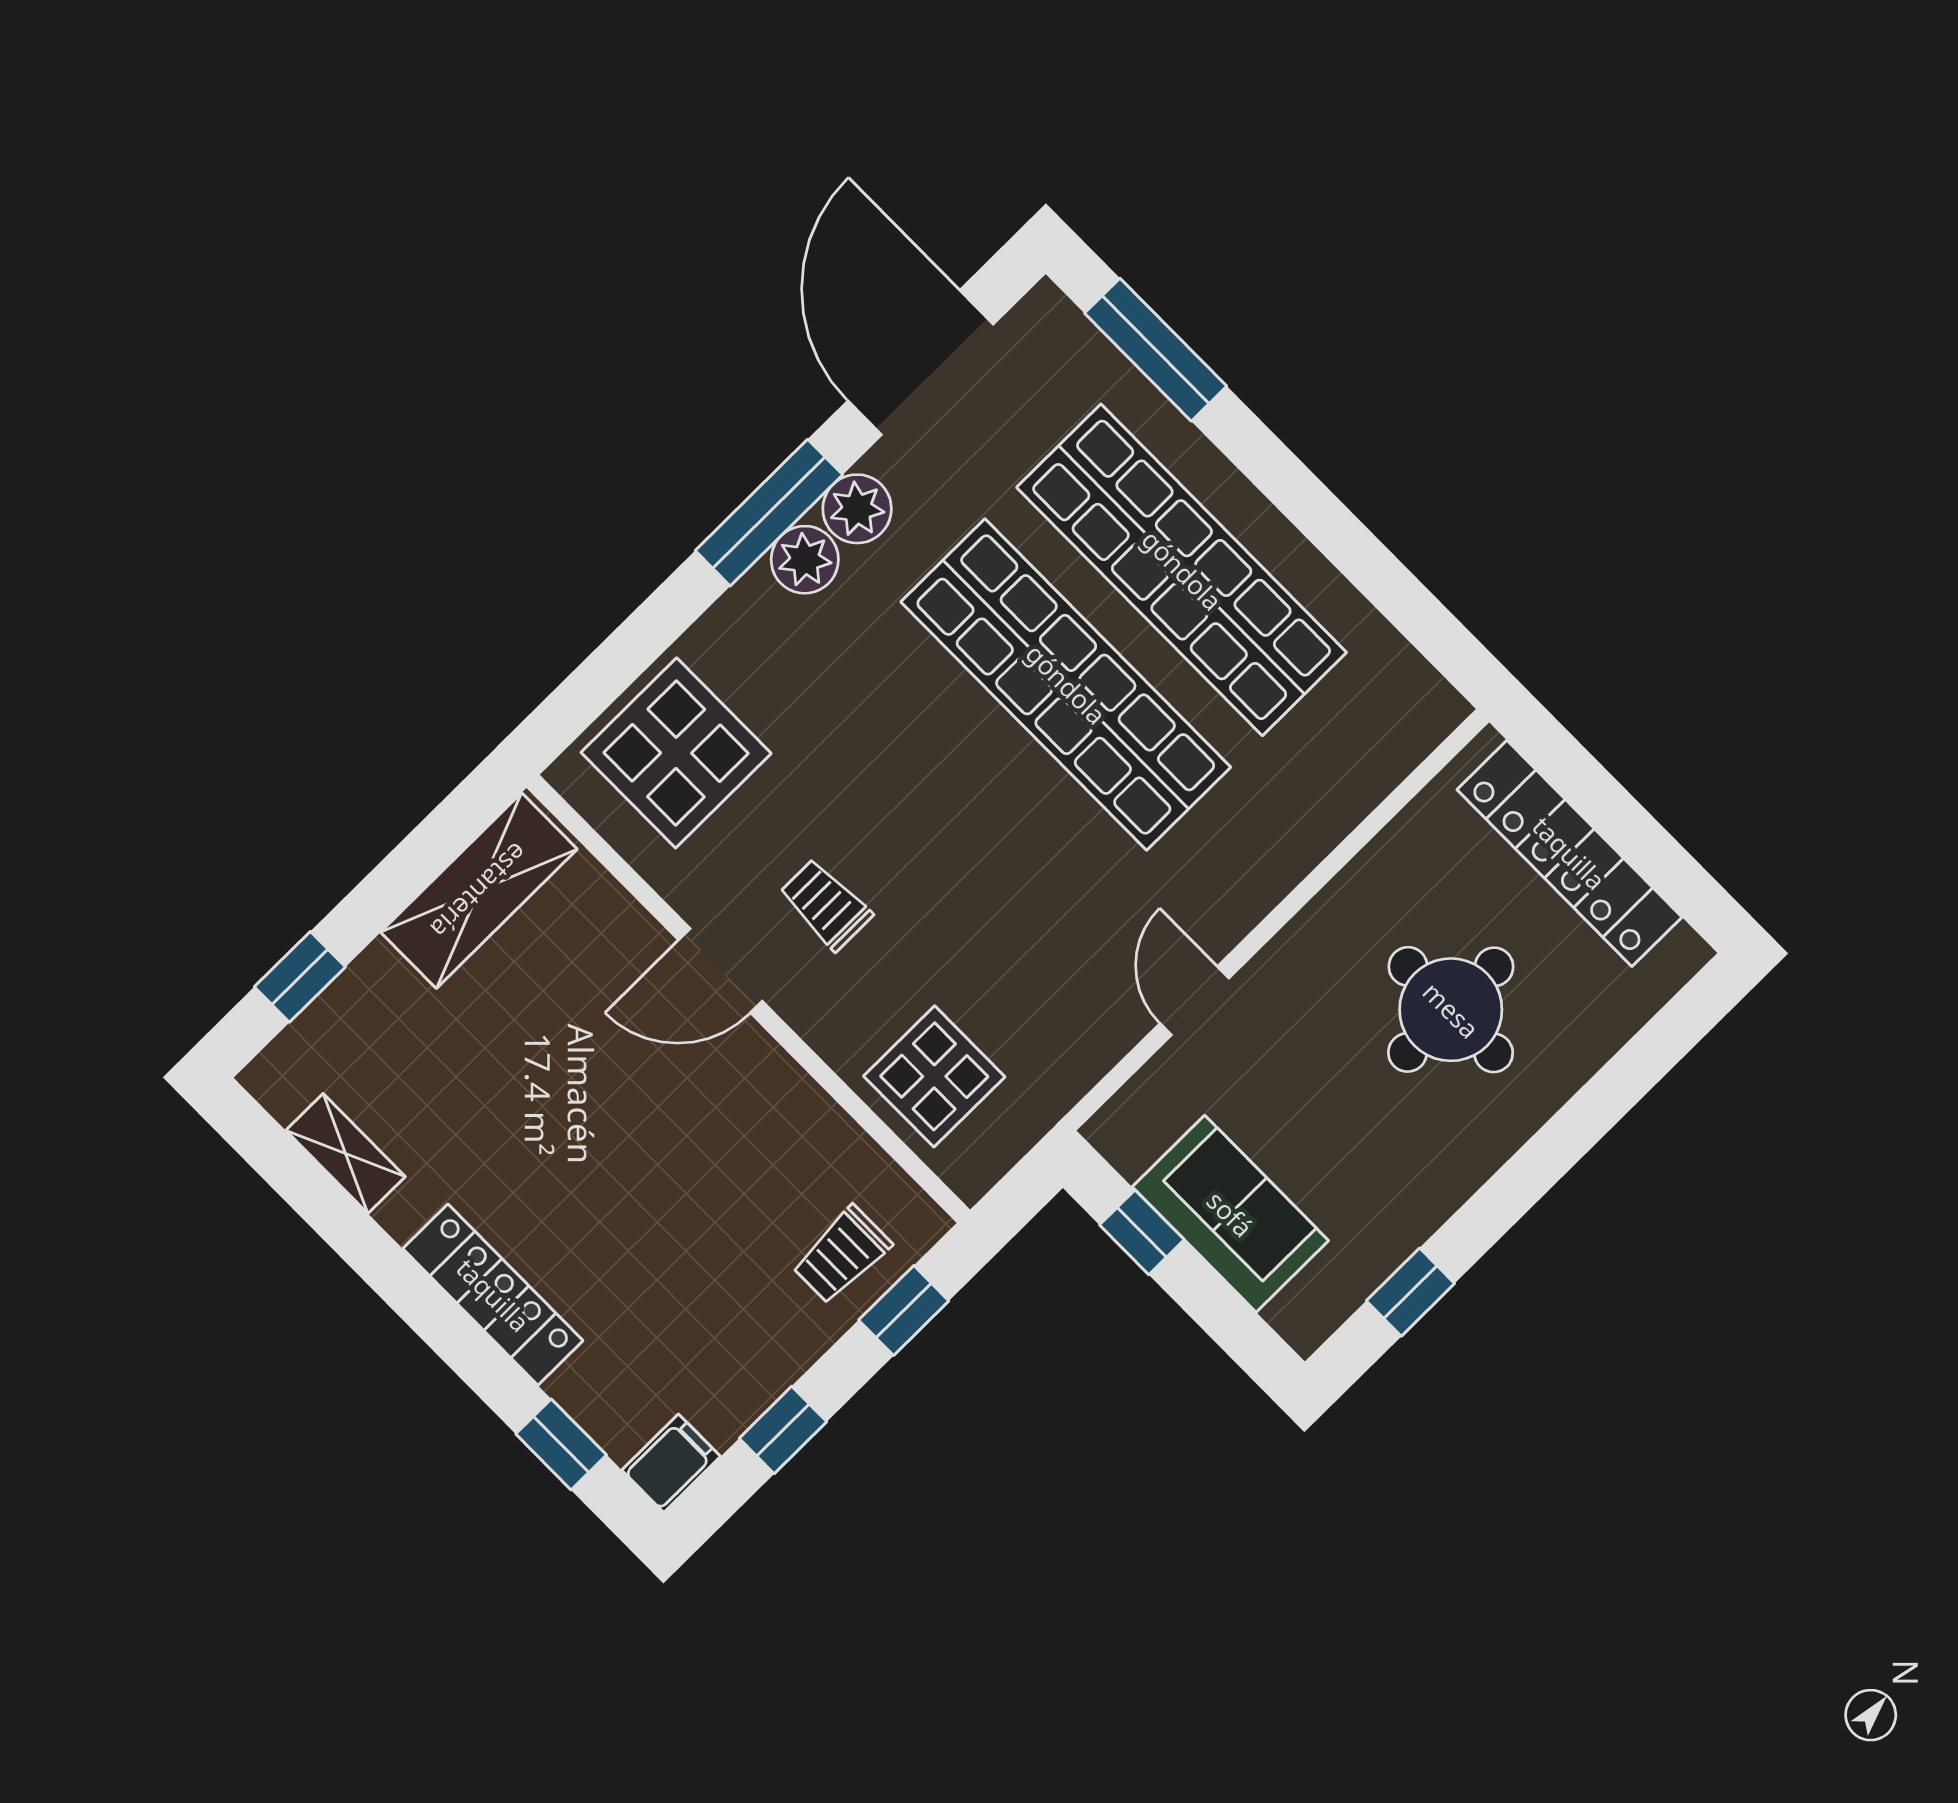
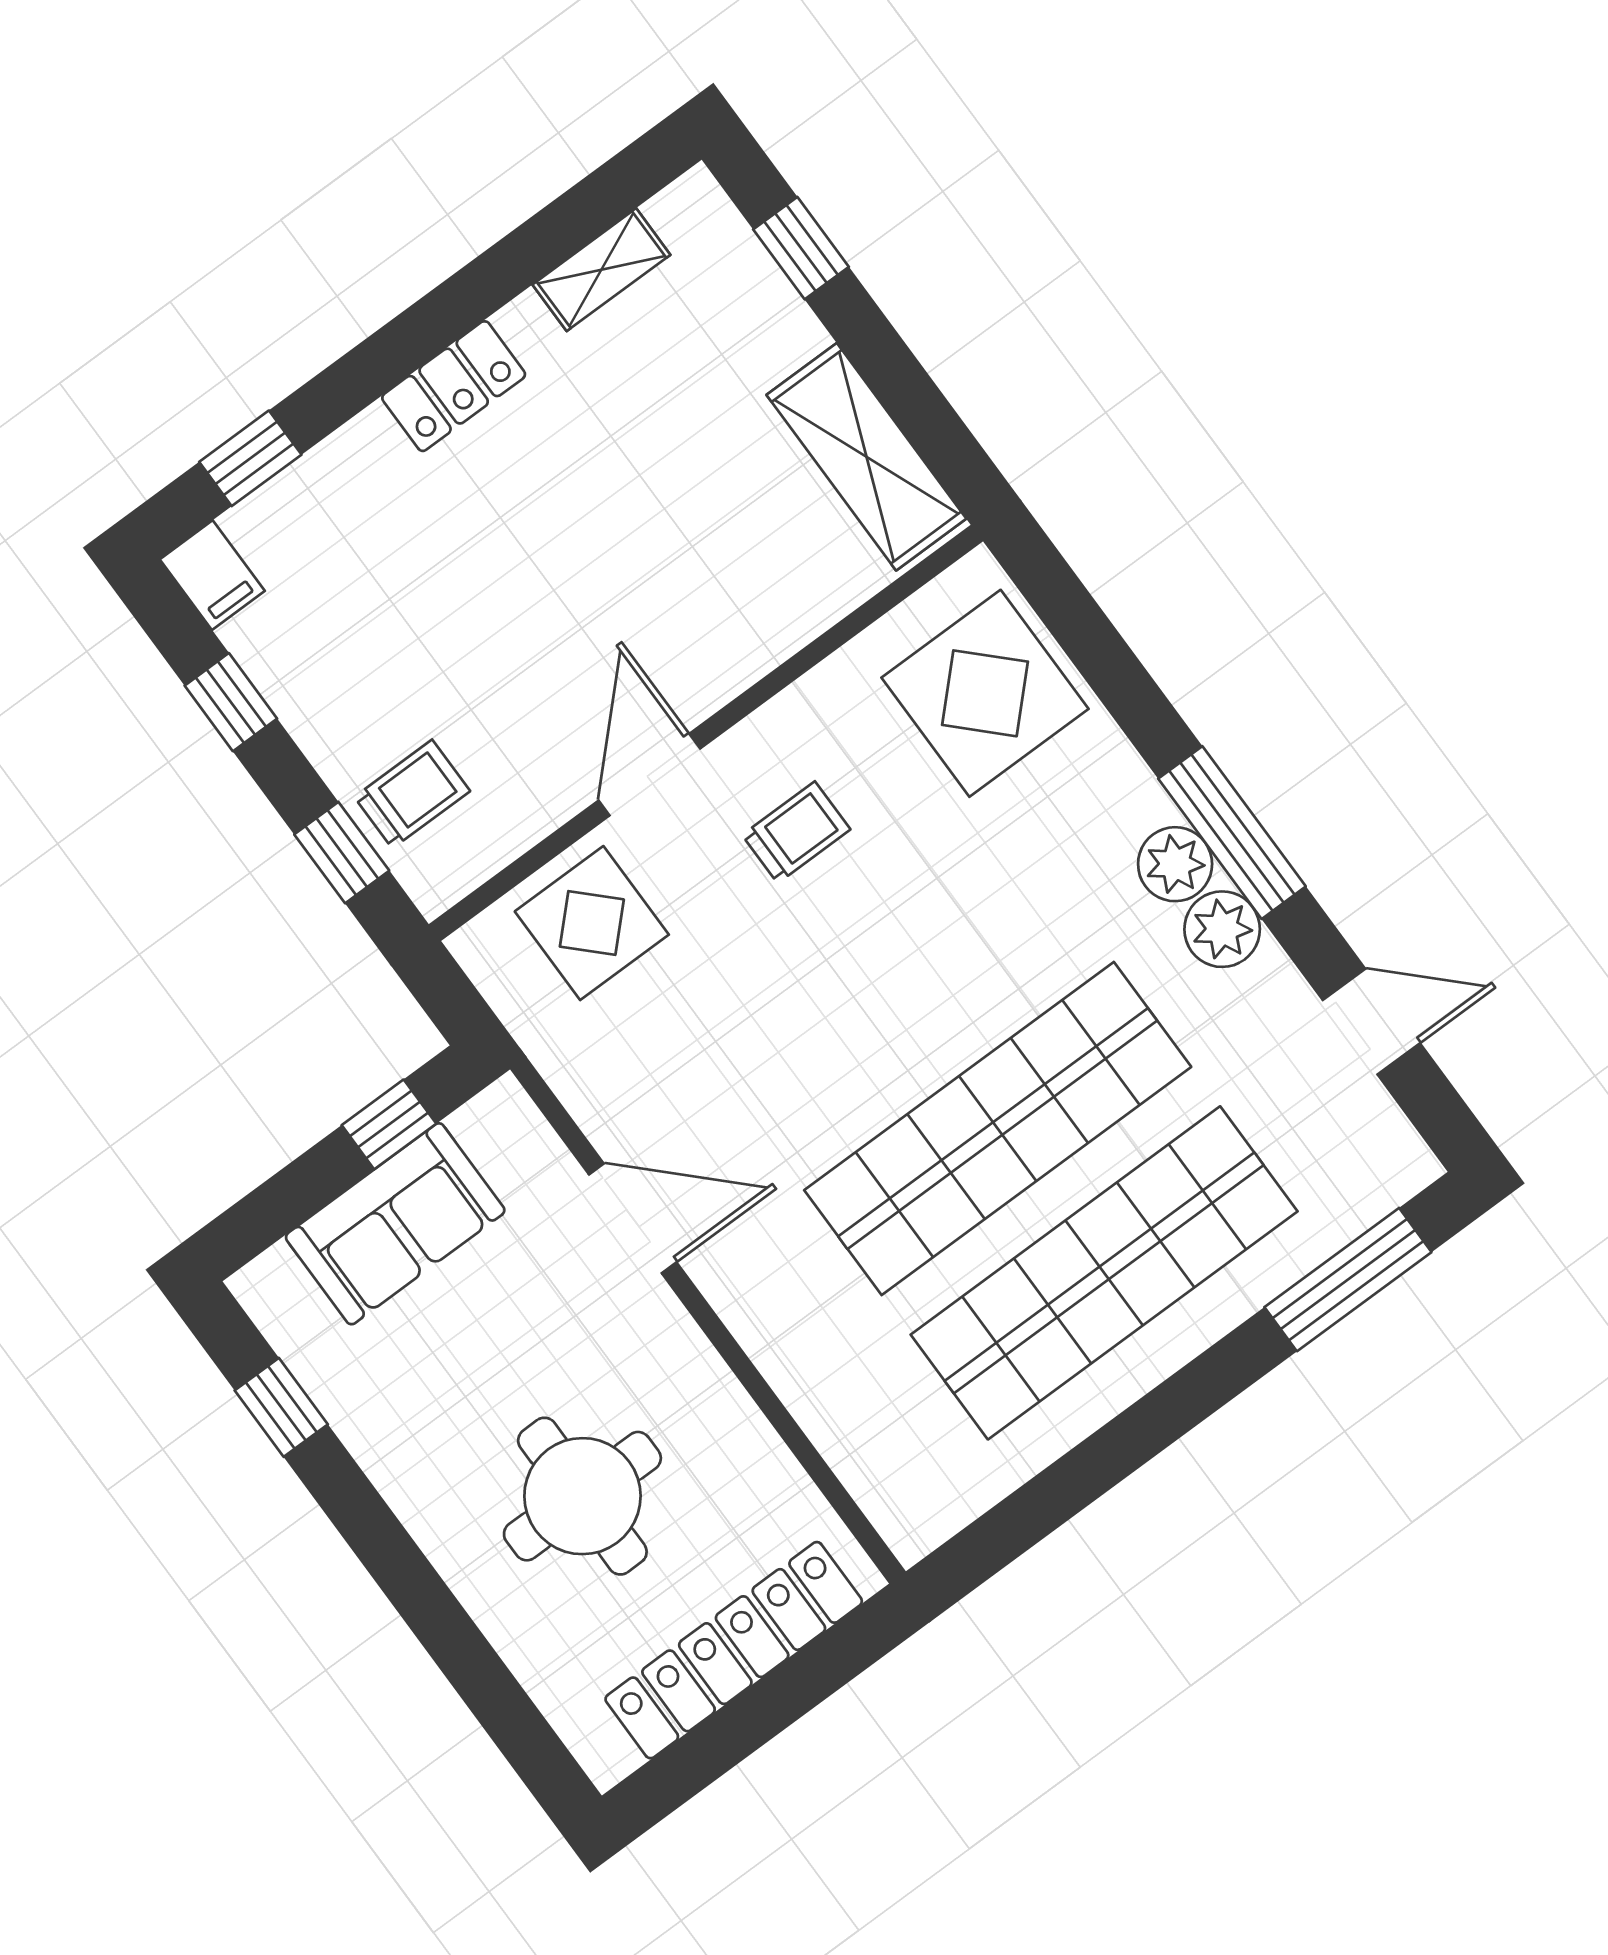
door: (921, 363) -> (1371, 1022), width x0.53
door: (720, 971) -> (649, 775), moved
door: (1194, 1001) -> (633, 1218), width x1.38
trolley: (842, 1255) -> (412, 794), turned 90
locker: (493, 1295) -> (454, 386), width x0.66

